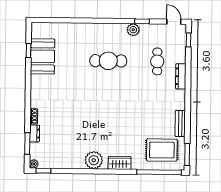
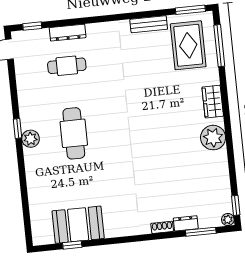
window: (142, 21) -> (18, 128), moved
plant: (133, 30) -> (31, 139), moved
dresser: (181, 76) -> (68, 33), moved
window: (159, 172) -> (219, 46), width x0.68

